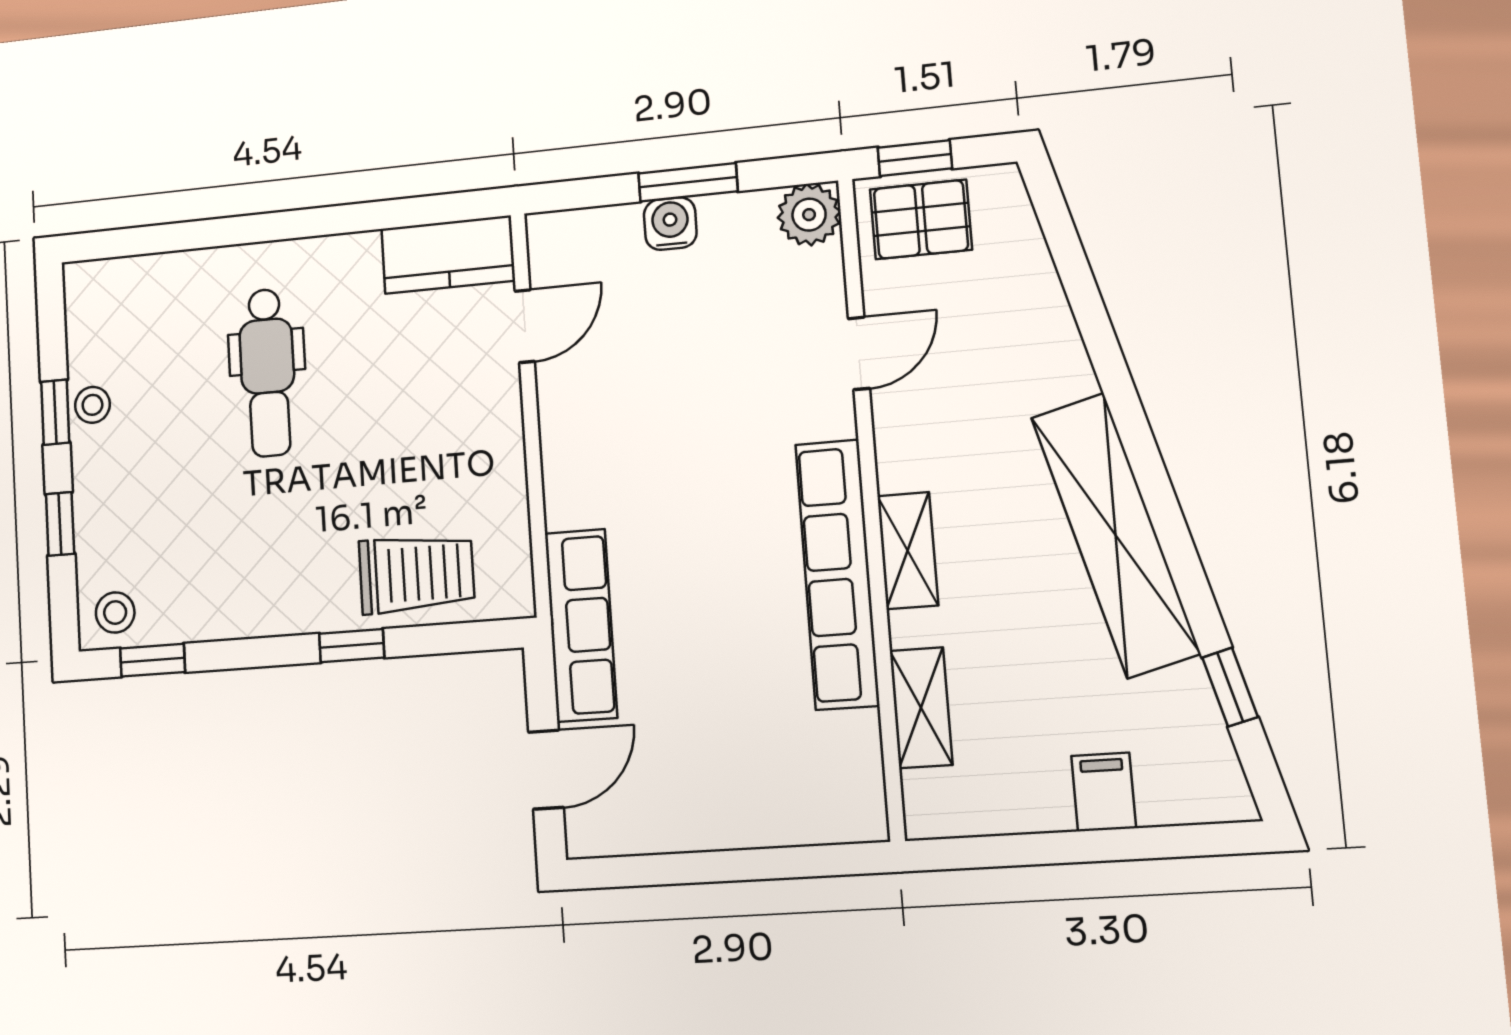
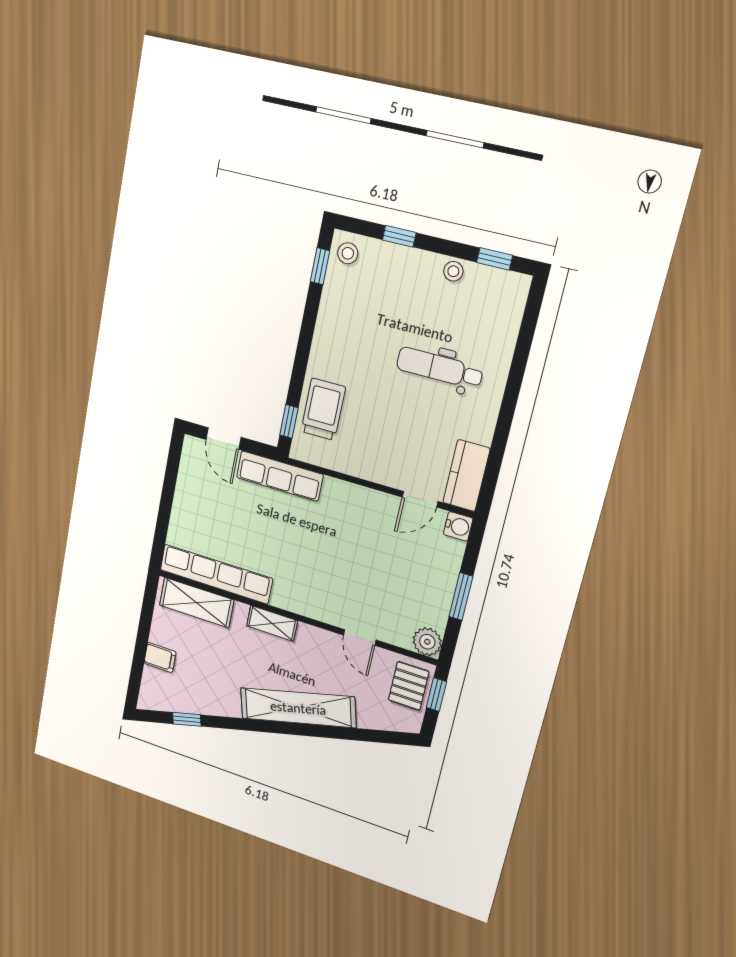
water cooler: (670, 224) -> (458, 526), moved
door: (525, 326) -> (420, 499), hinge flipped
window: (55, 412) -> (495, 259), moved
shelving: (1115, 535) -> (298, 708), moved
trolley: (417, 574) -> (323, 409), turned 180
row of seats: (837, 574) -> (216, 574), moved
window: (352, 646) -> (289, 421), moved
shelving: (921, 708) -> (197, 603), width x1.50, depth x1.33

